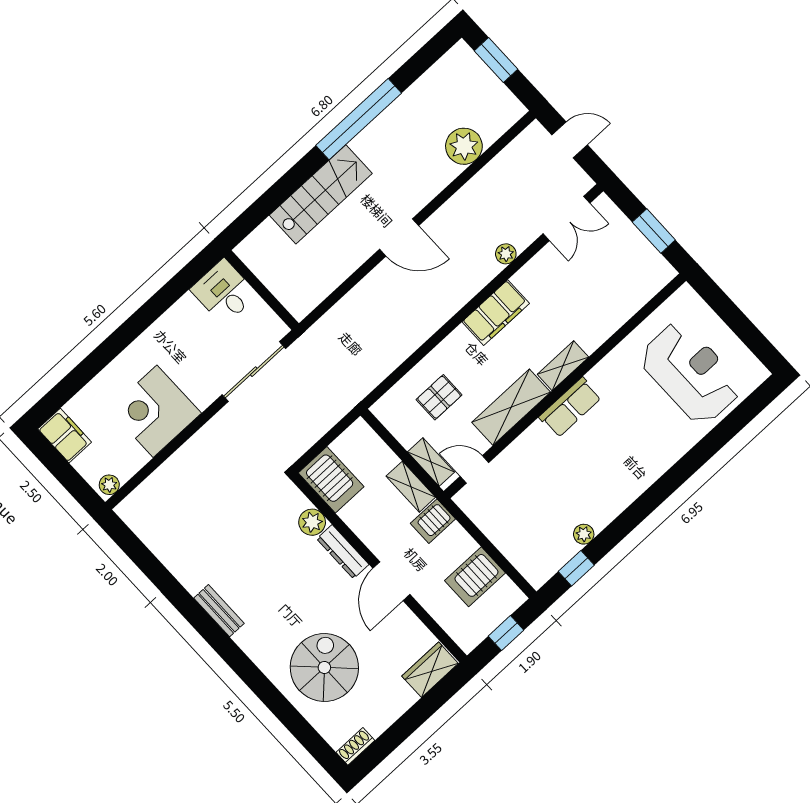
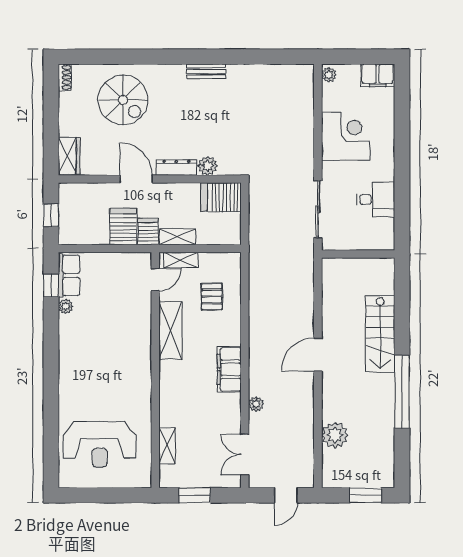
desk: (224, 292) -> (376, 199), moved
shelving: (563, 366) -> (167, 446), moved
row of seats: (570, 407) -> (69, 275), moved, turned 180
server rack: (475, 577) -> (123, 226), moved

